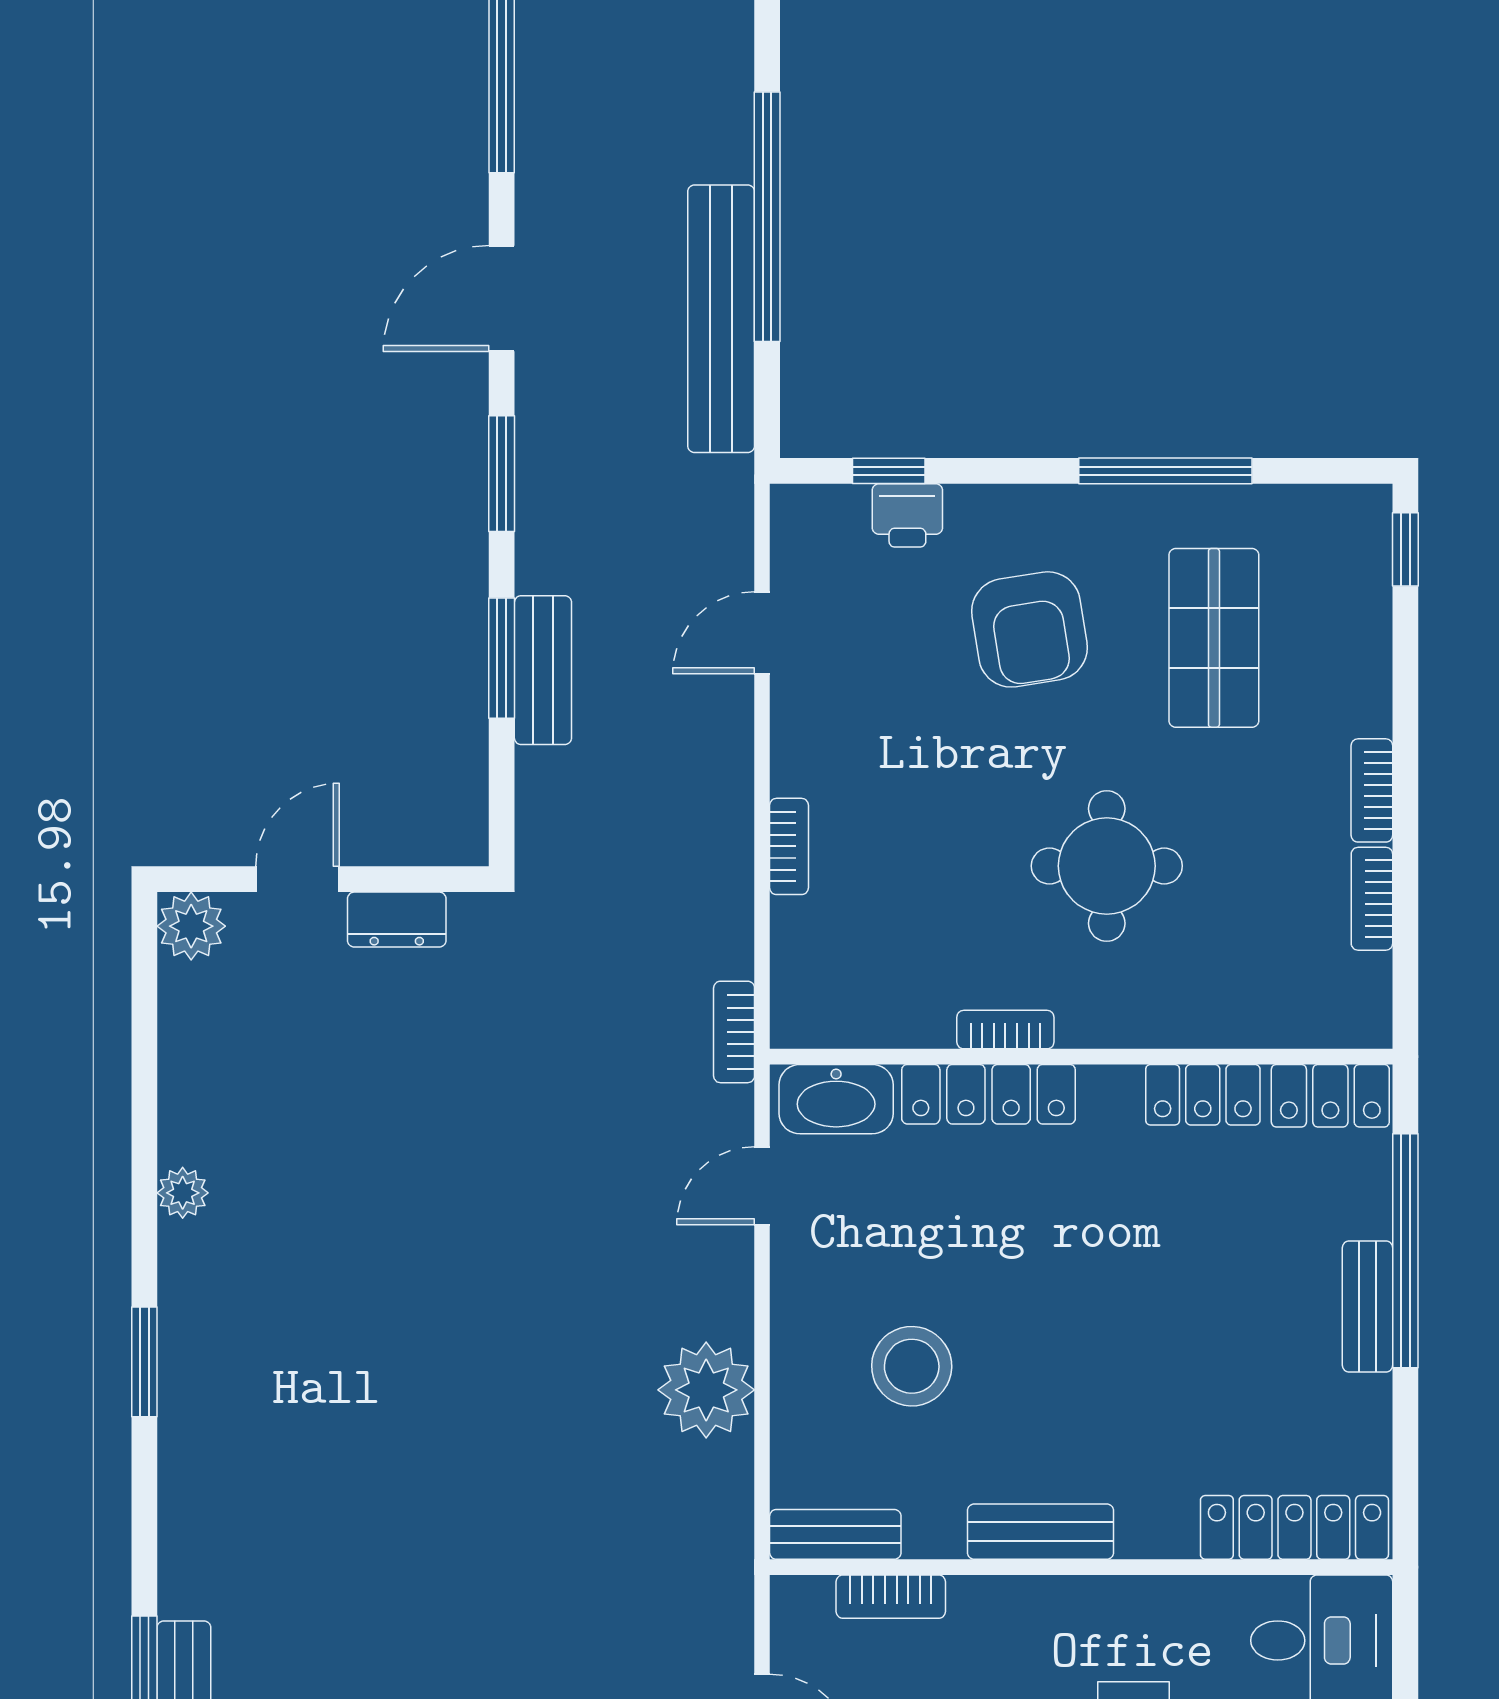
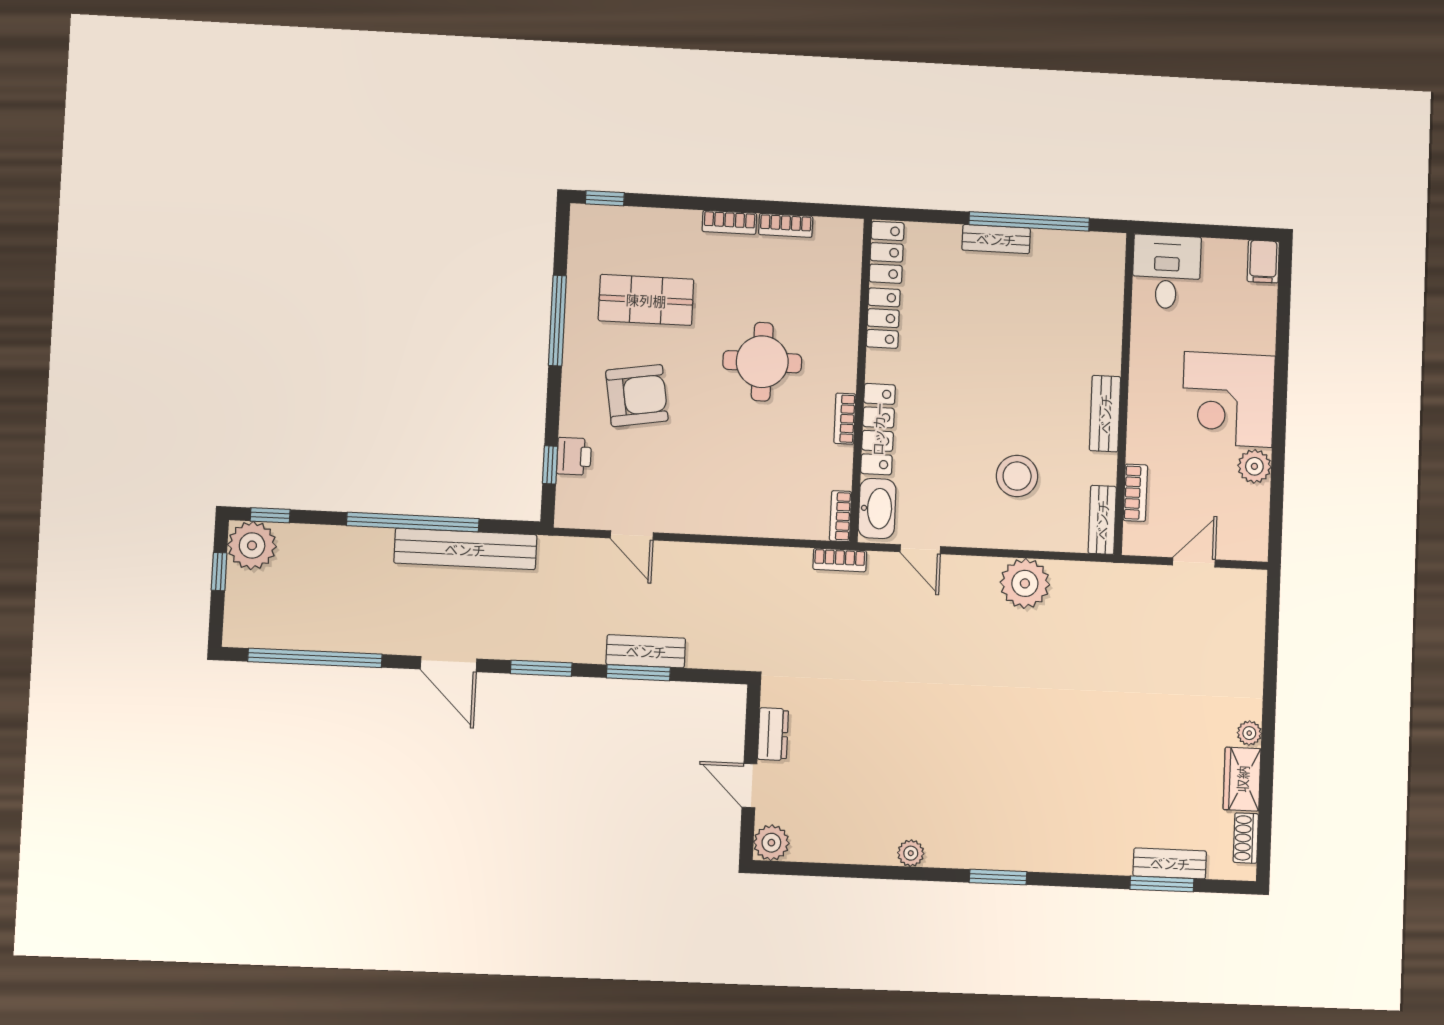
bookcase: (789, 846) -> (841, 516), moved, turned -90
window: (1405, 1251) -> (1029, 221), moved
locker: (1294, 1527) -> (1108, 283), removed

